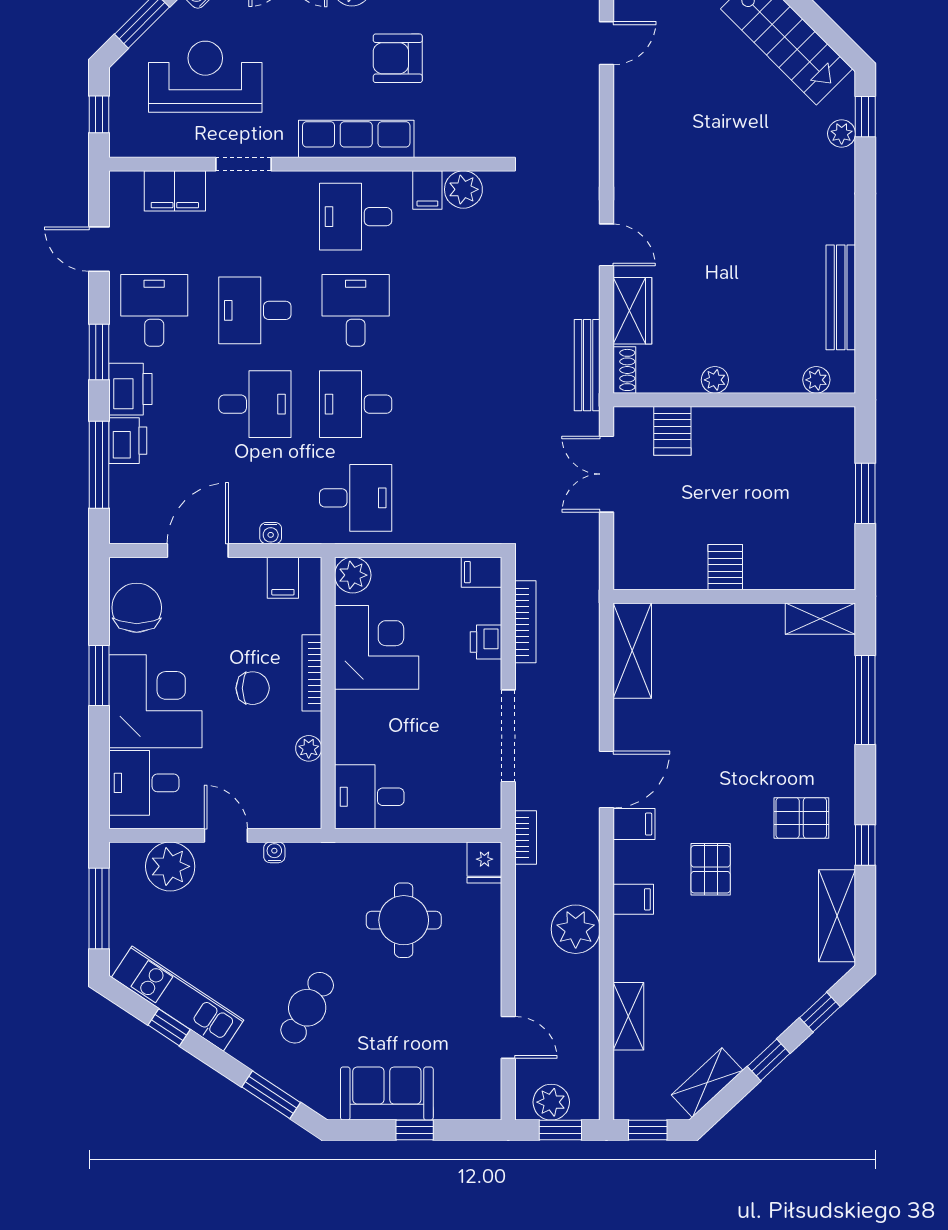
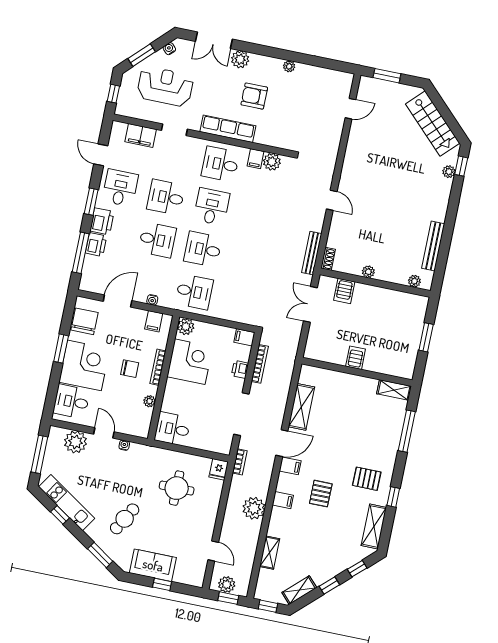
wardrobe: (632, 311) -> (337, 233), removed
shelving: (632, 651) -> (301, 407), moved

